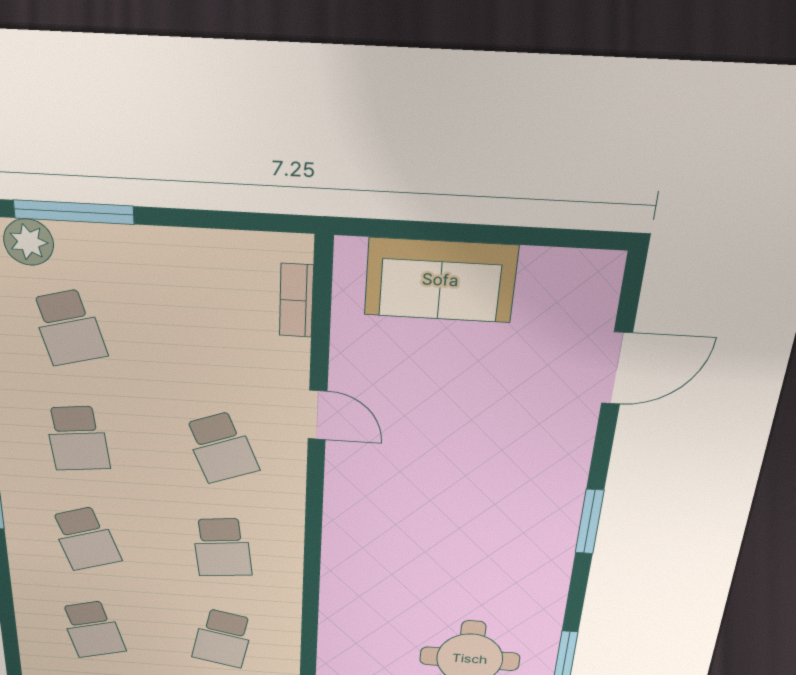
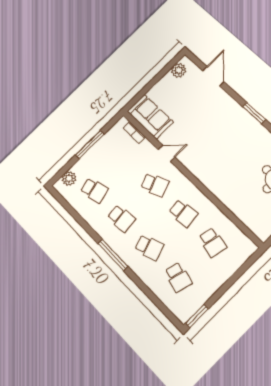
window: (74, 212) -> (90, 145), moved
plant: (565, 272) -> (179, 70), added
sofa: (440, 280) -> (150, 117), moved, turned -90
school desk: (93, 629) -> (178, 277), turned 30

